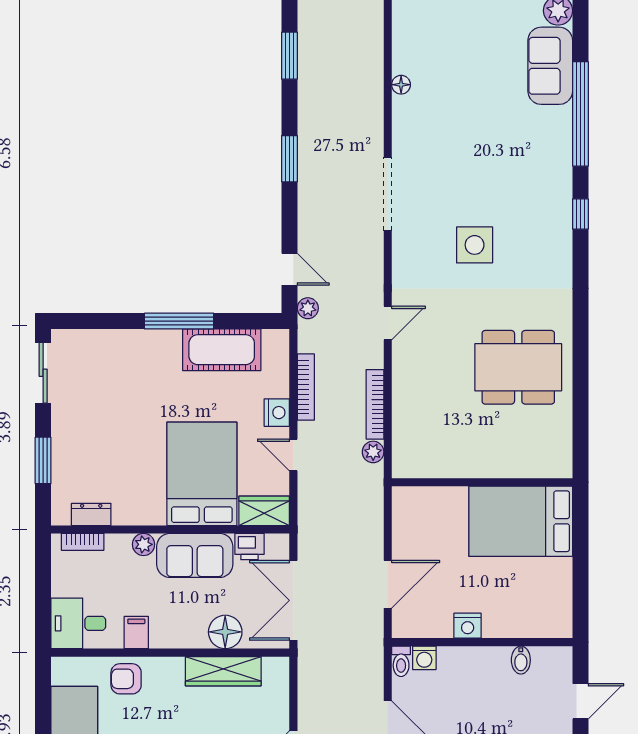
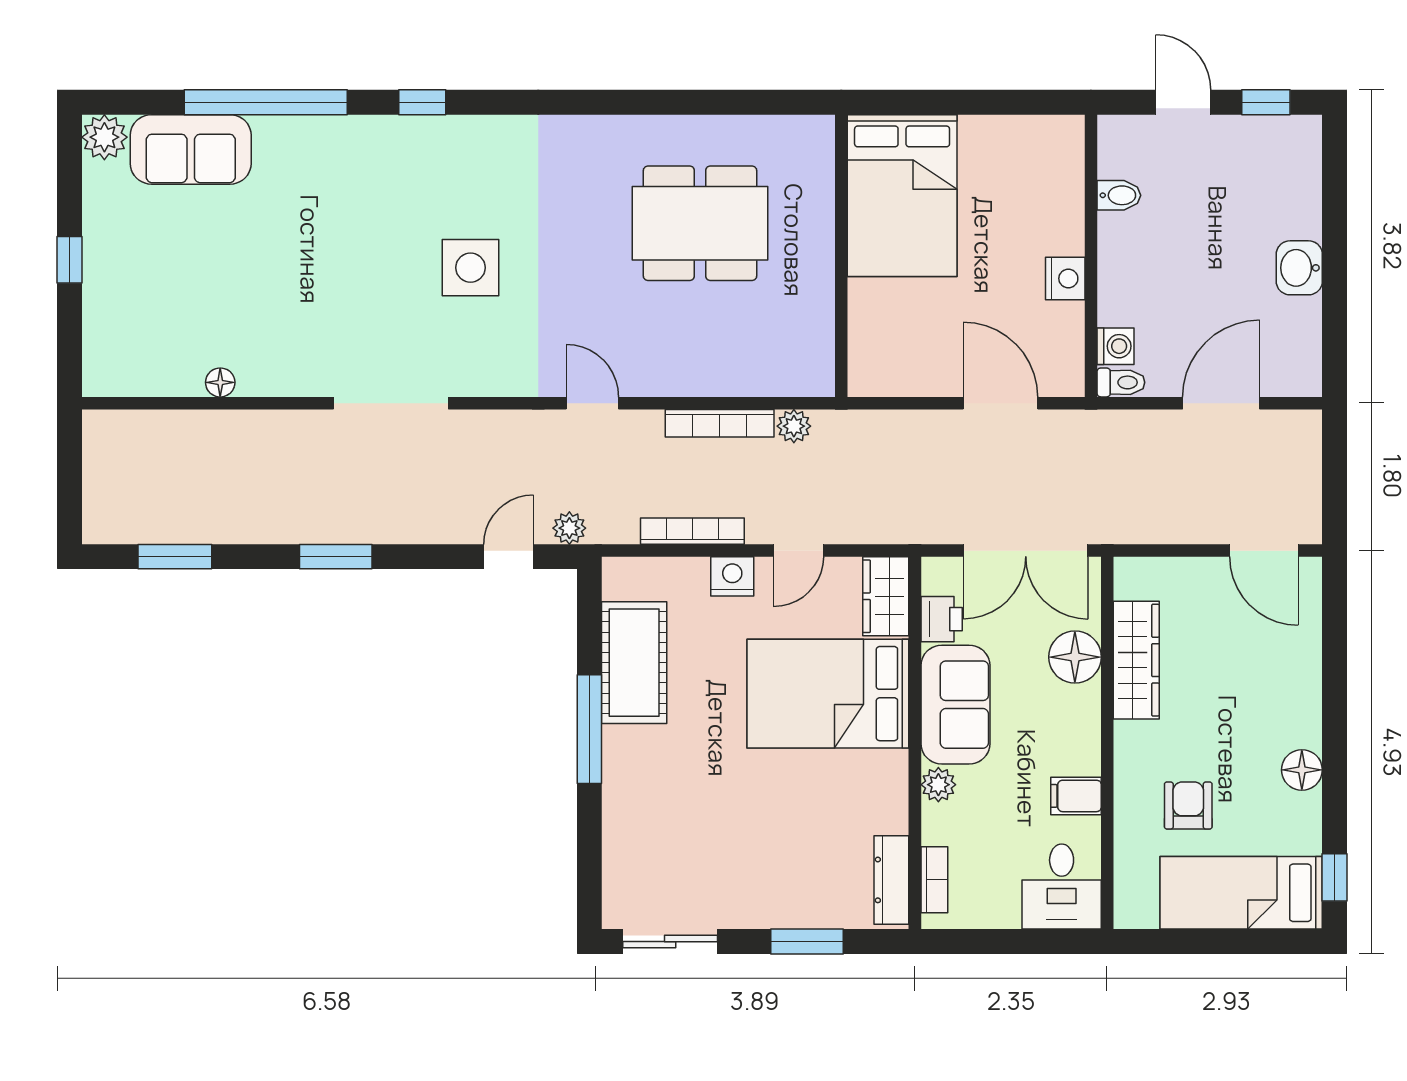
dining table: (518, 367) -> (700, 223), moved, turned 90
dresser: (91, 514) -> (891, 880), width x1.44
armchair: (126, 679) -> (1188, 806), moved, turned 180

